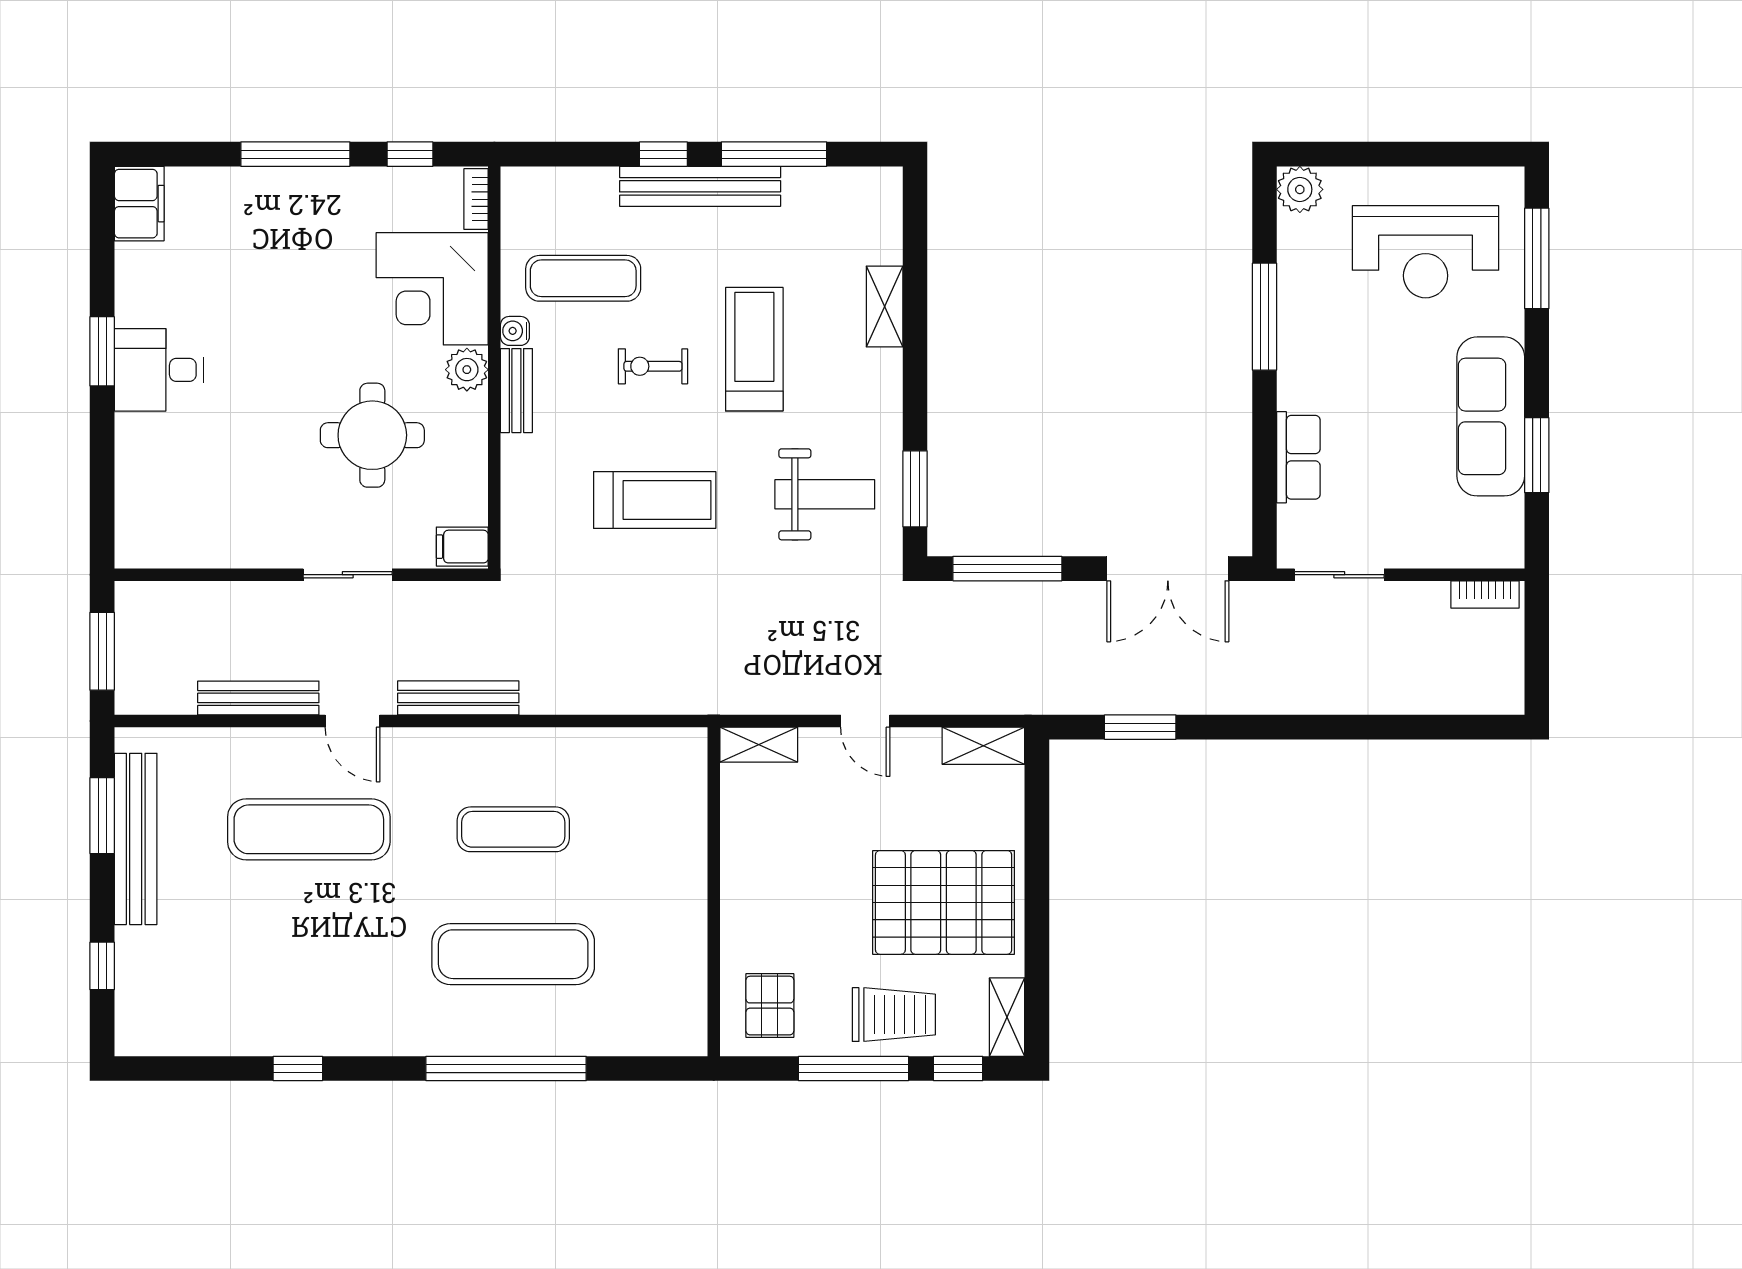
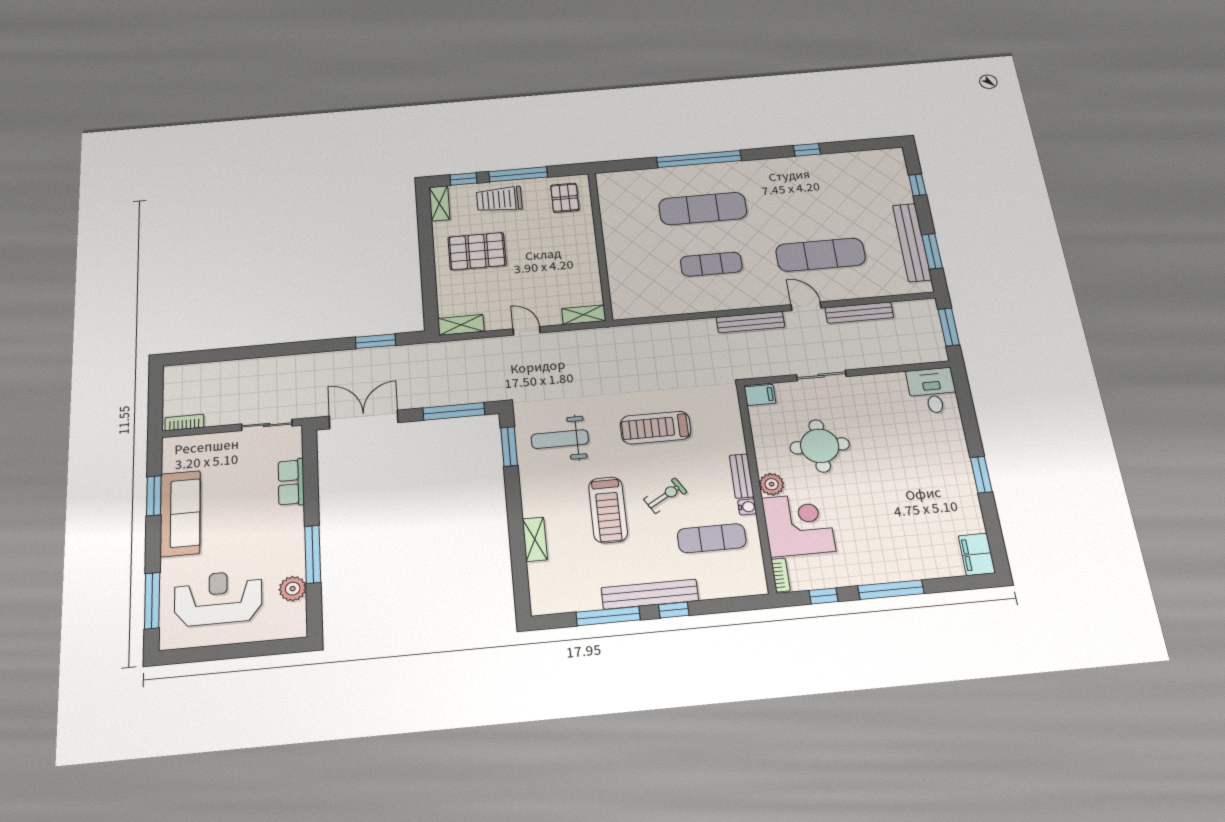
plant: (1300, 189) -> (293, 589), moved
exercise bike: (653, 366) -> (665, 496), turned -31
desk: (159, 370) -> (932, 391), moved, turned -90
pallet: (944, 902) -> (477, 251), width x0.73, depth x0.71

